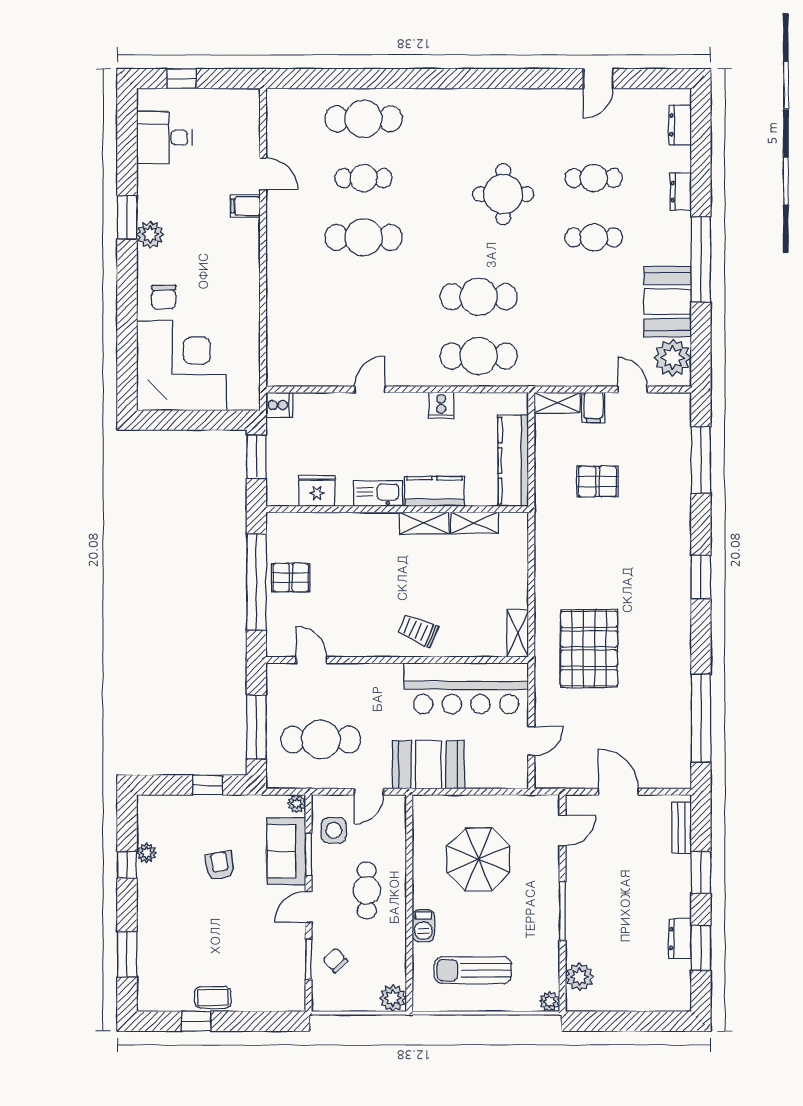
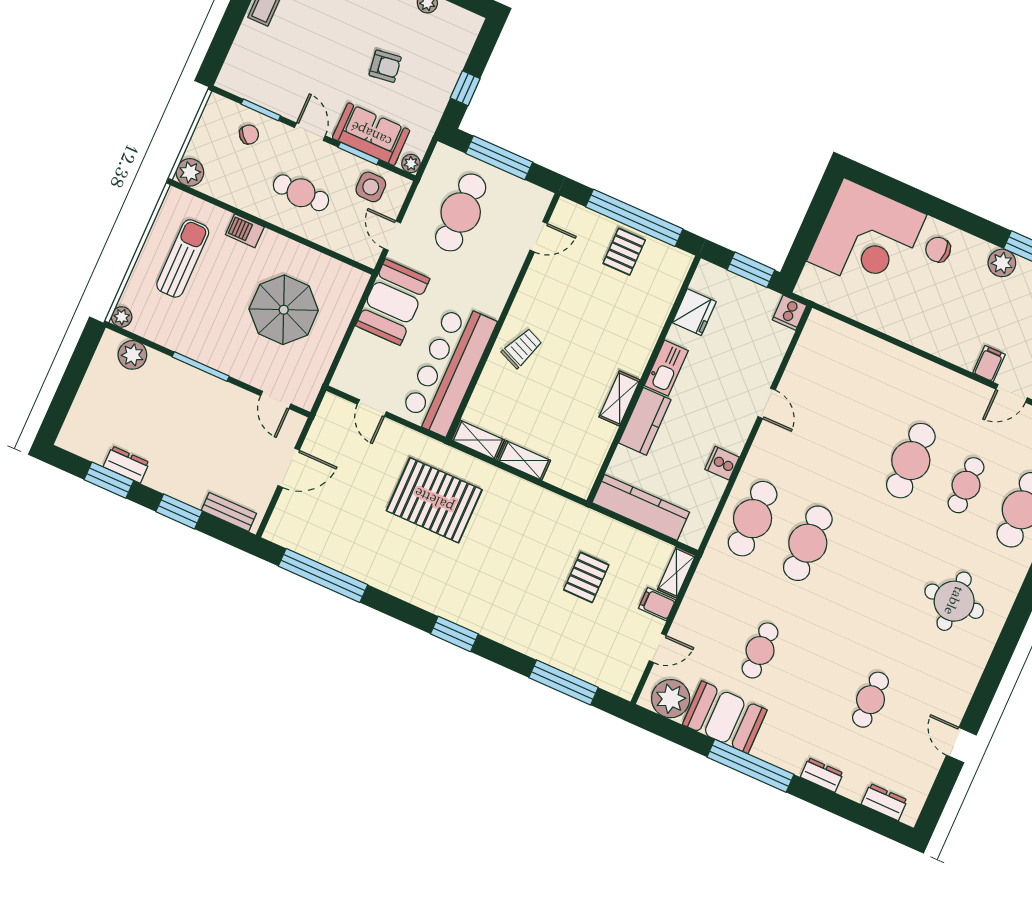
round table: (503, 194) -> (954, 601), moved
cafe table: (594, 237) -> (760, 650), moved
shelving: (474, 523) -> (524, 461), moved, turned 90

